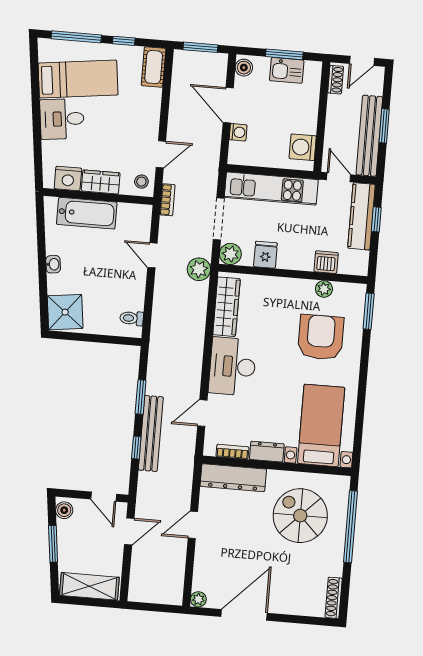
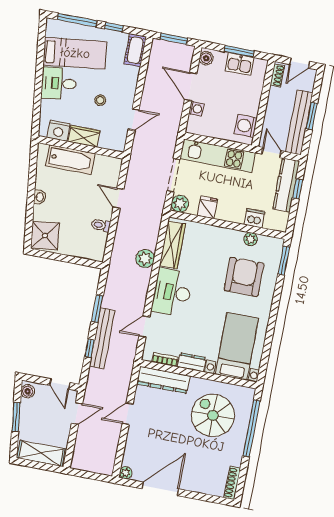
stool: (141, 182) -> (100, 100), moved
bookcase: (167, 200) -> (135, 156), removed
plant: (199, 269) -> (145, 259), moved
toilet: (132, 318) -> (101, 225), moved

